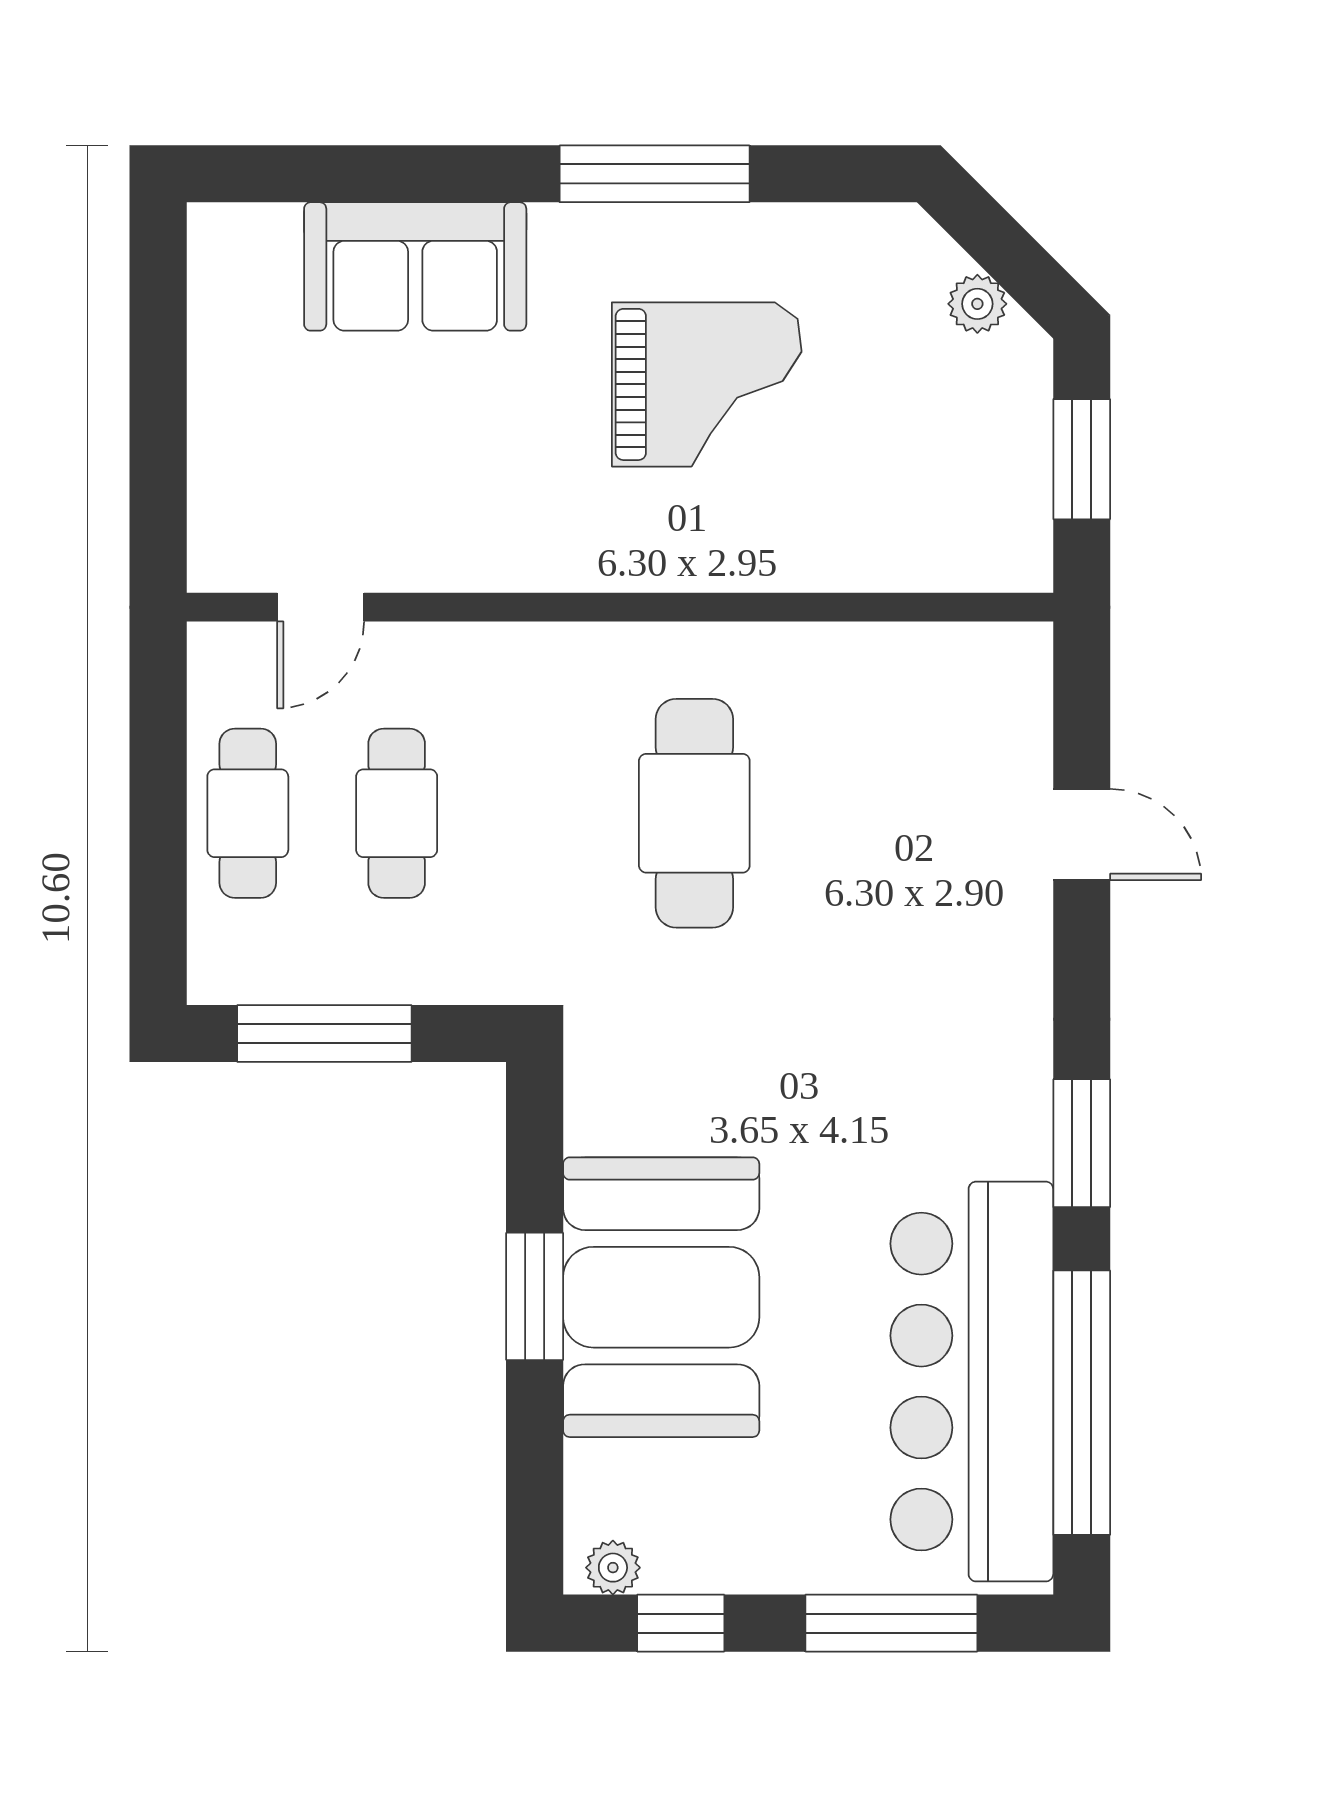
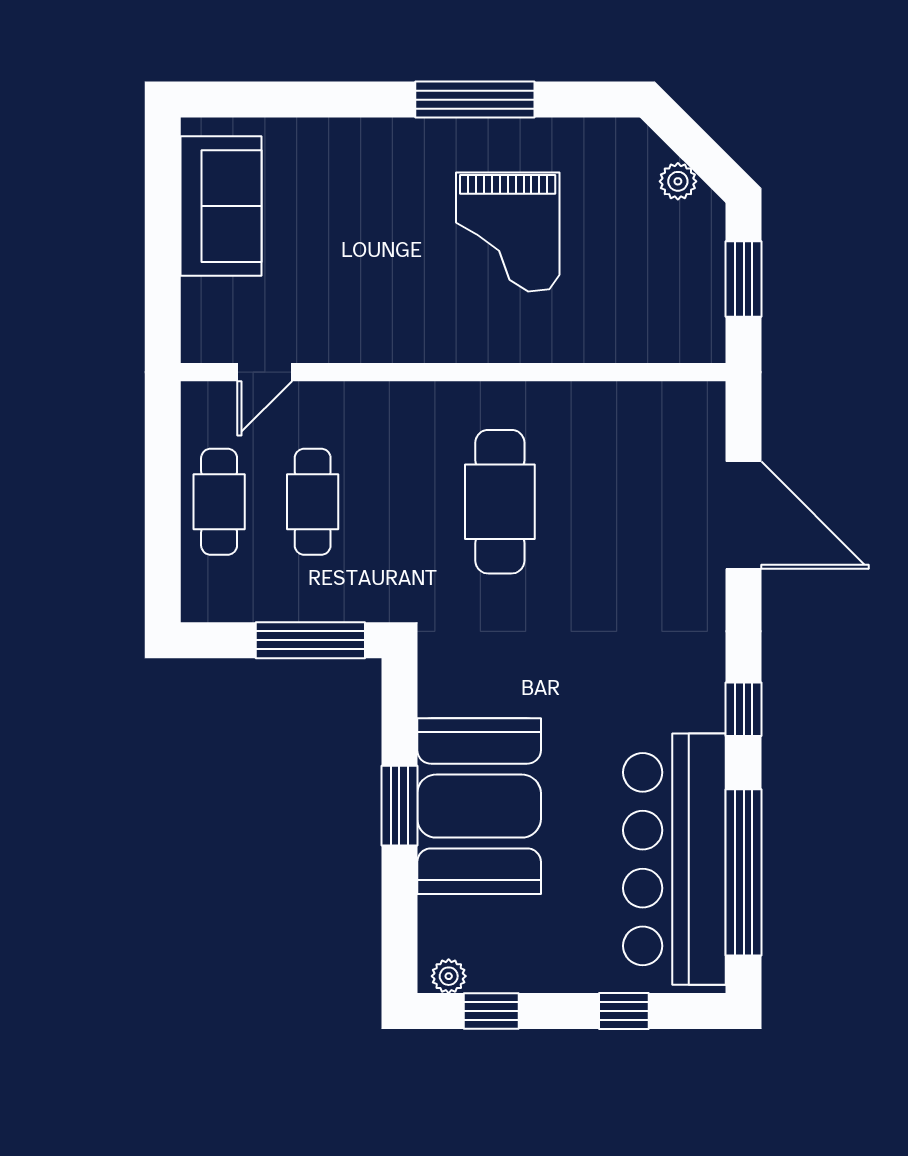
sofa: (415, 266) -> (221, 206), moved, turned -90
grand piano: (707, 384) -> (508, 232), turned 90
door: (1082, 835) -> (744, 515), width x1.88
window: (324, 1033) -> (310, 640), moved
window: (1082, 1143) -> (744, 709), width x0.67
window: (891, 1623) -> (624, 1011), width x0.46

